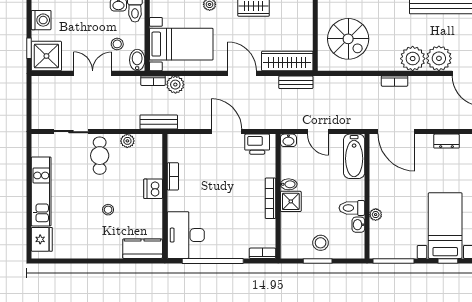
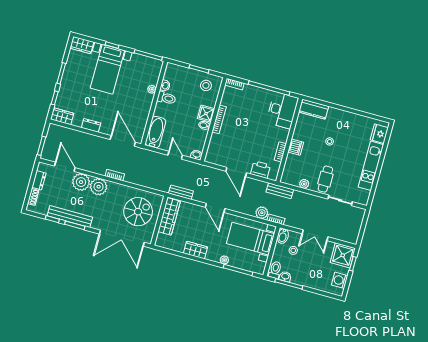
spiral stairs: (348, 39) -> (138, 212), turned 90
wardrobe: (287, 61) -> (169, 216), moved, turned -90
printer: (257, 144) -> (260, 170), moved
stool: (321, 243) -> (206, 85), moved

